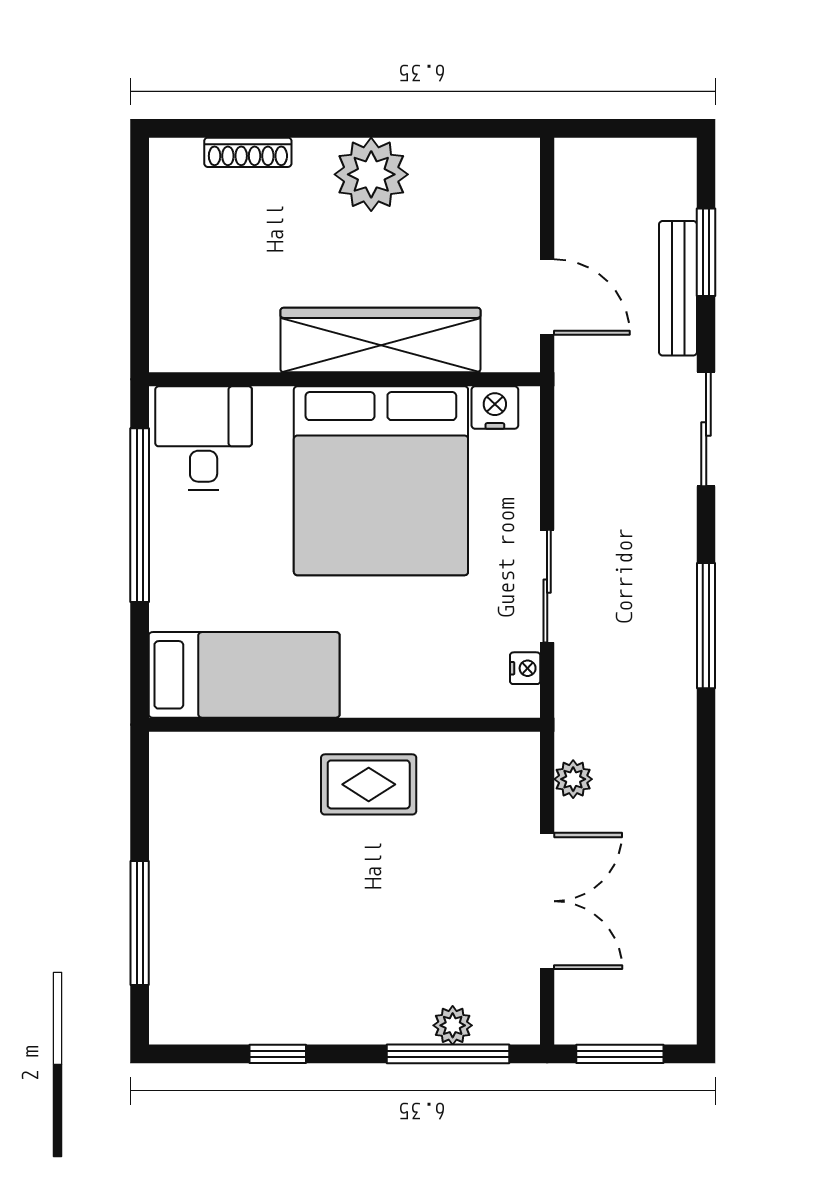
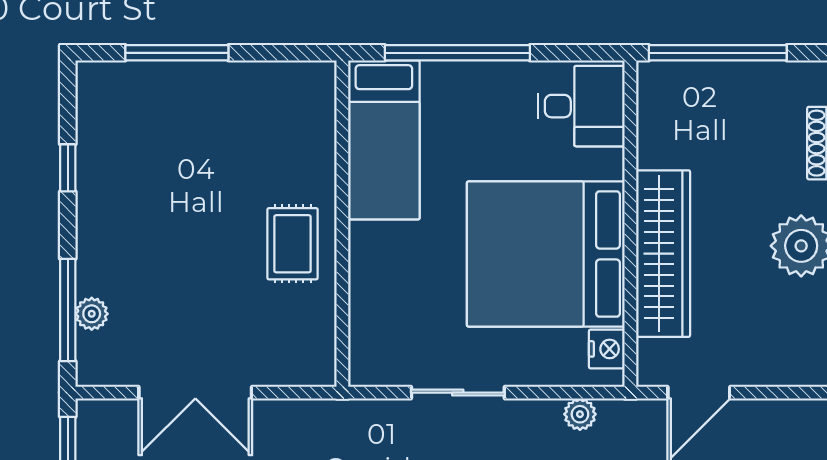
window: (140, 274) -> (718, 53), added
window: (140, 515) -> (457, 53), moved
nightstand: (525, 668) -> (389, 374), removed
plant: (573, 779) -> (580, 414), moved

